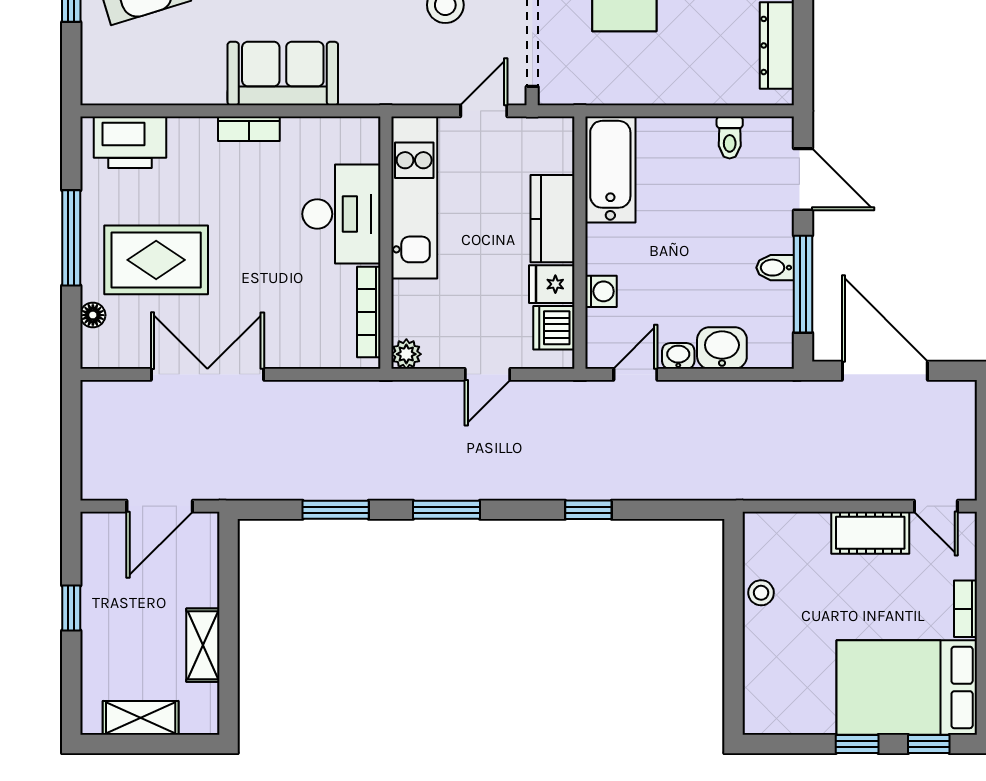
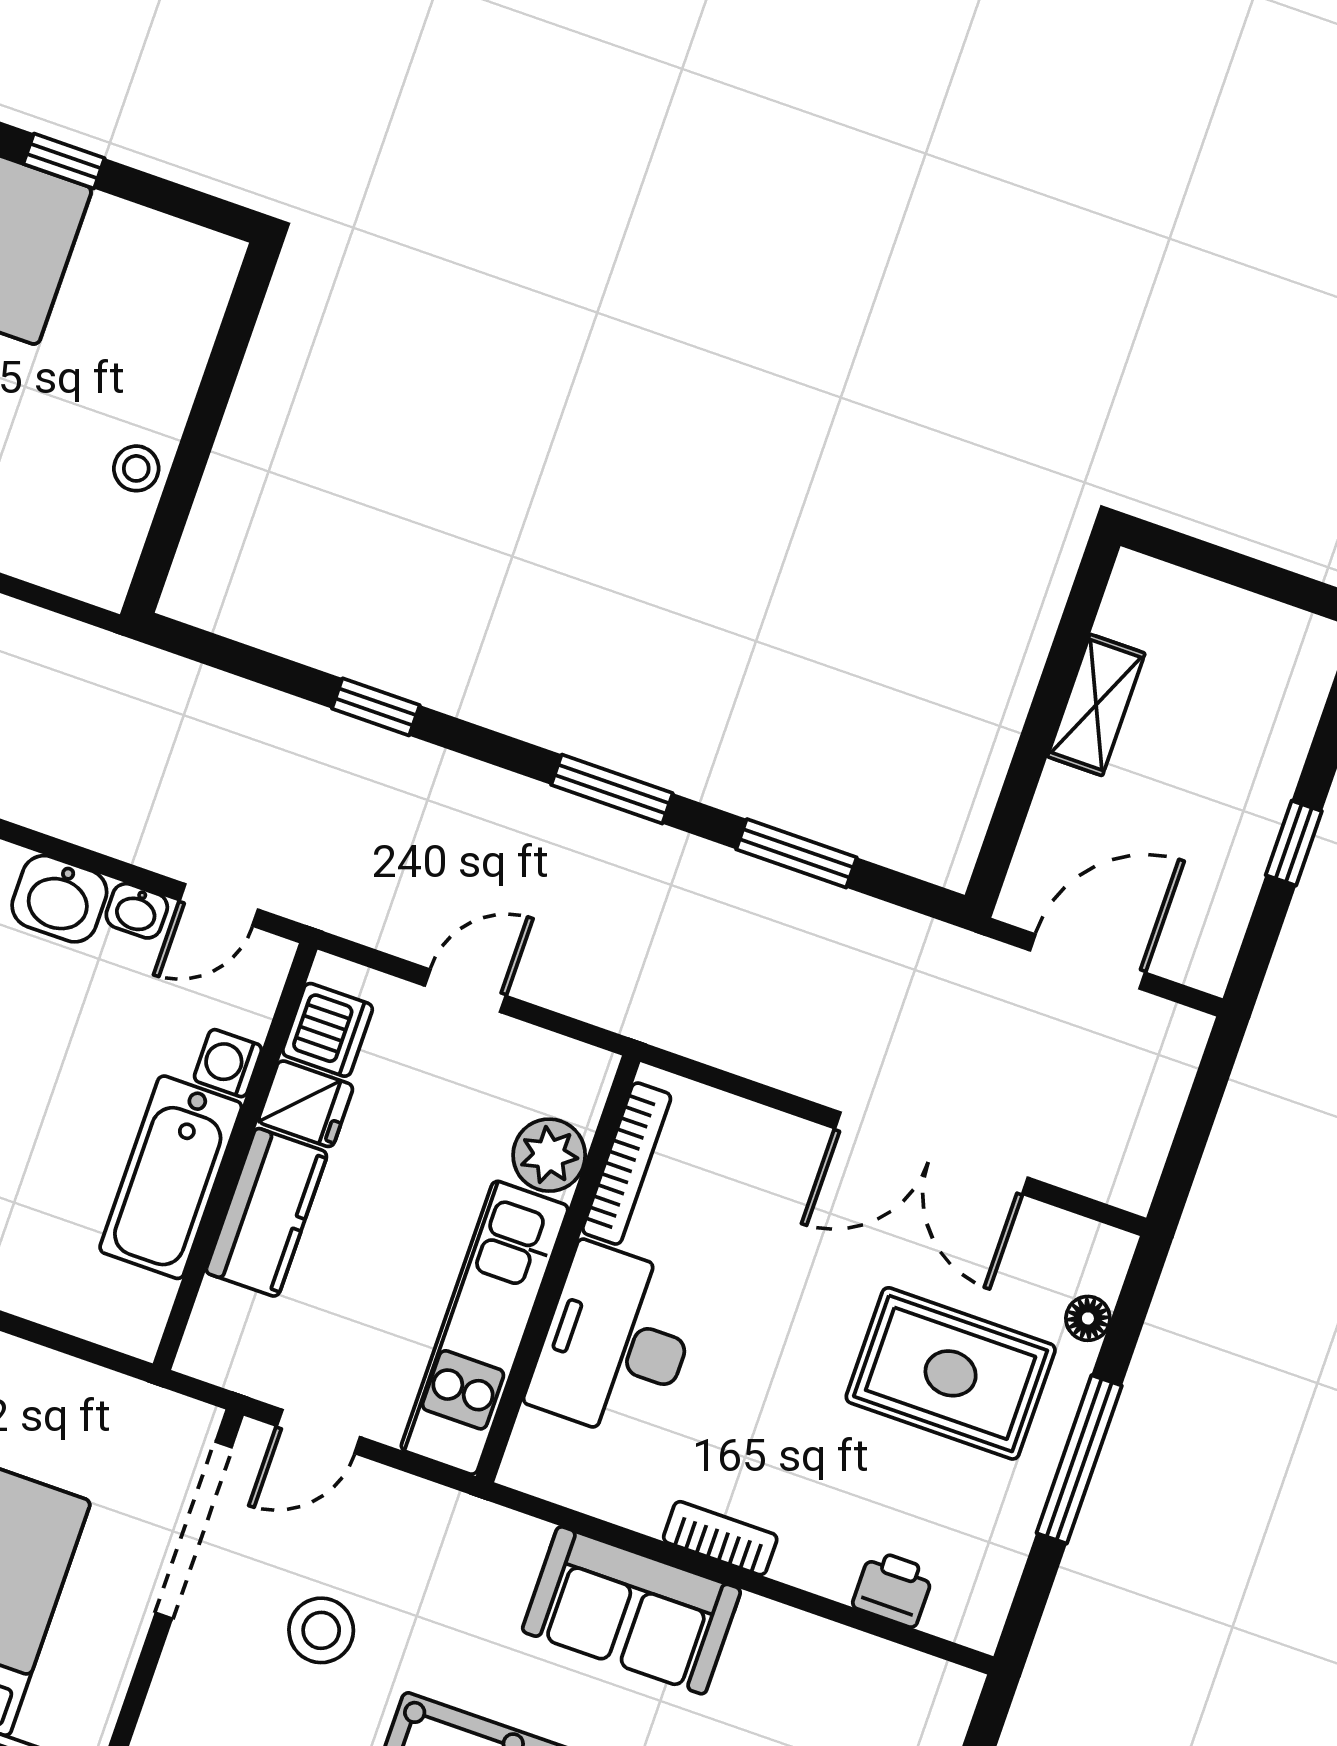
printer: (130, 142) -> (893, 1589), width x0.53, depth x0.68
bathtub: (610, 170) -> (171, 1177), moved
plant: (406, 354) -> (549, 1155), moved, width x1.38, depth x1.38
shelving: (141, 718) -> (1242, 620), removed

